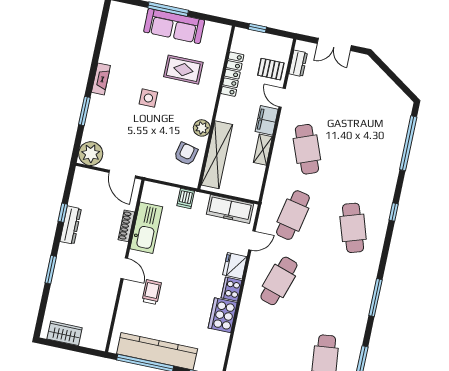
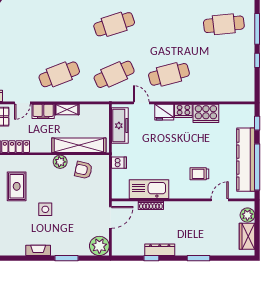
cafe table: (293, 215) -> (114, 74), turned -36
door: (124, 268) -> (220, 200), moved
cafe table: (279, 281) -> (169, 74), turned -33
plant: (90, 339) -> (247, 215), added

